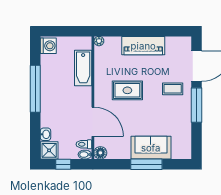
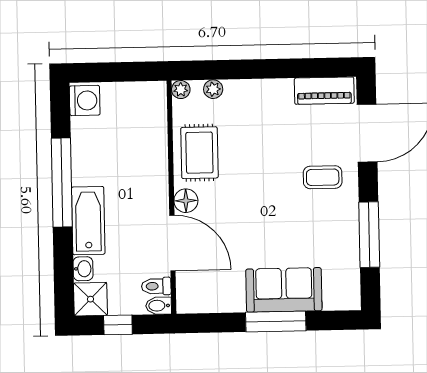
plant: (116, 41) -> (213, 89), added
piano: (143, 46) -> (324, 91), moved, width x0.73, depth x0.75
bathtub: (83, 68) -> (88, 221), moved, turned 180
rug: (127, 90) -> (199, 153), moved, turned 90
window: (196, 105) -> (369, 235), moved
floor lamp: (100, 153) -> (186, 201), moved

